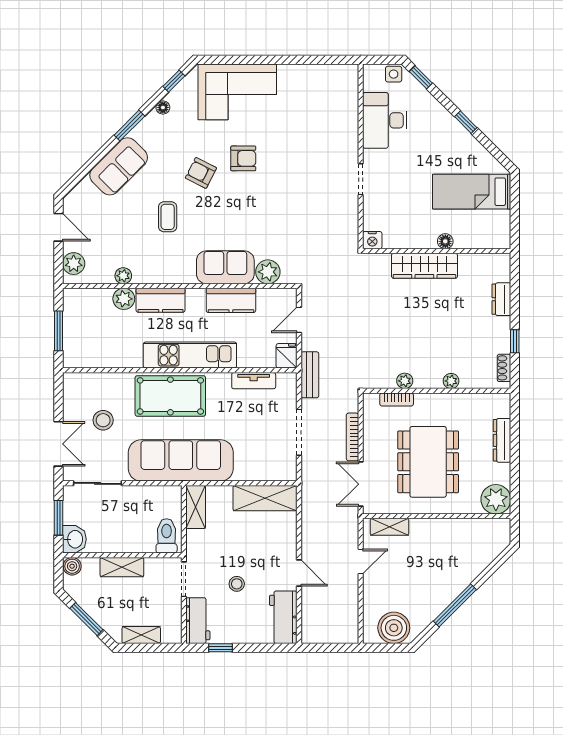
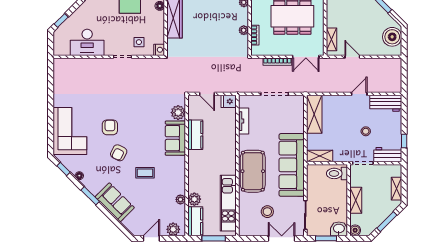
side table: (394, 74) -> (139, 42), moved
kitchen counter: (161, 300) -> (195, 221), moved
kitchen unit: (190, 355) -> (228, 203), moved
bench: (310, 375) -> (240, 87), removed

